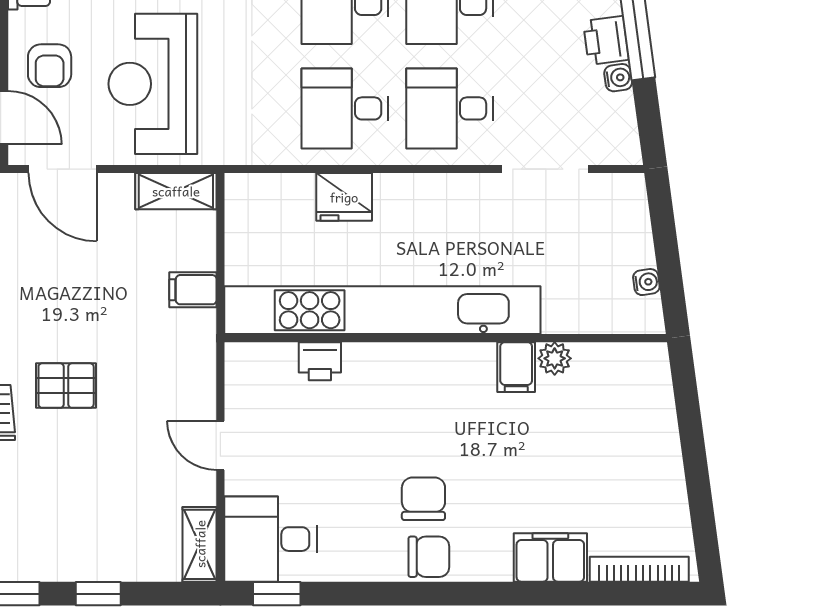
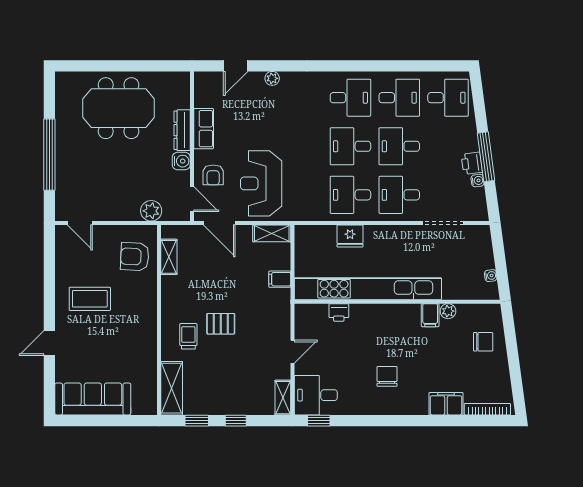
door: (220, 445) -> (293, 352), swing flipped
chair: (429, 557) -> (483, 342), moved

